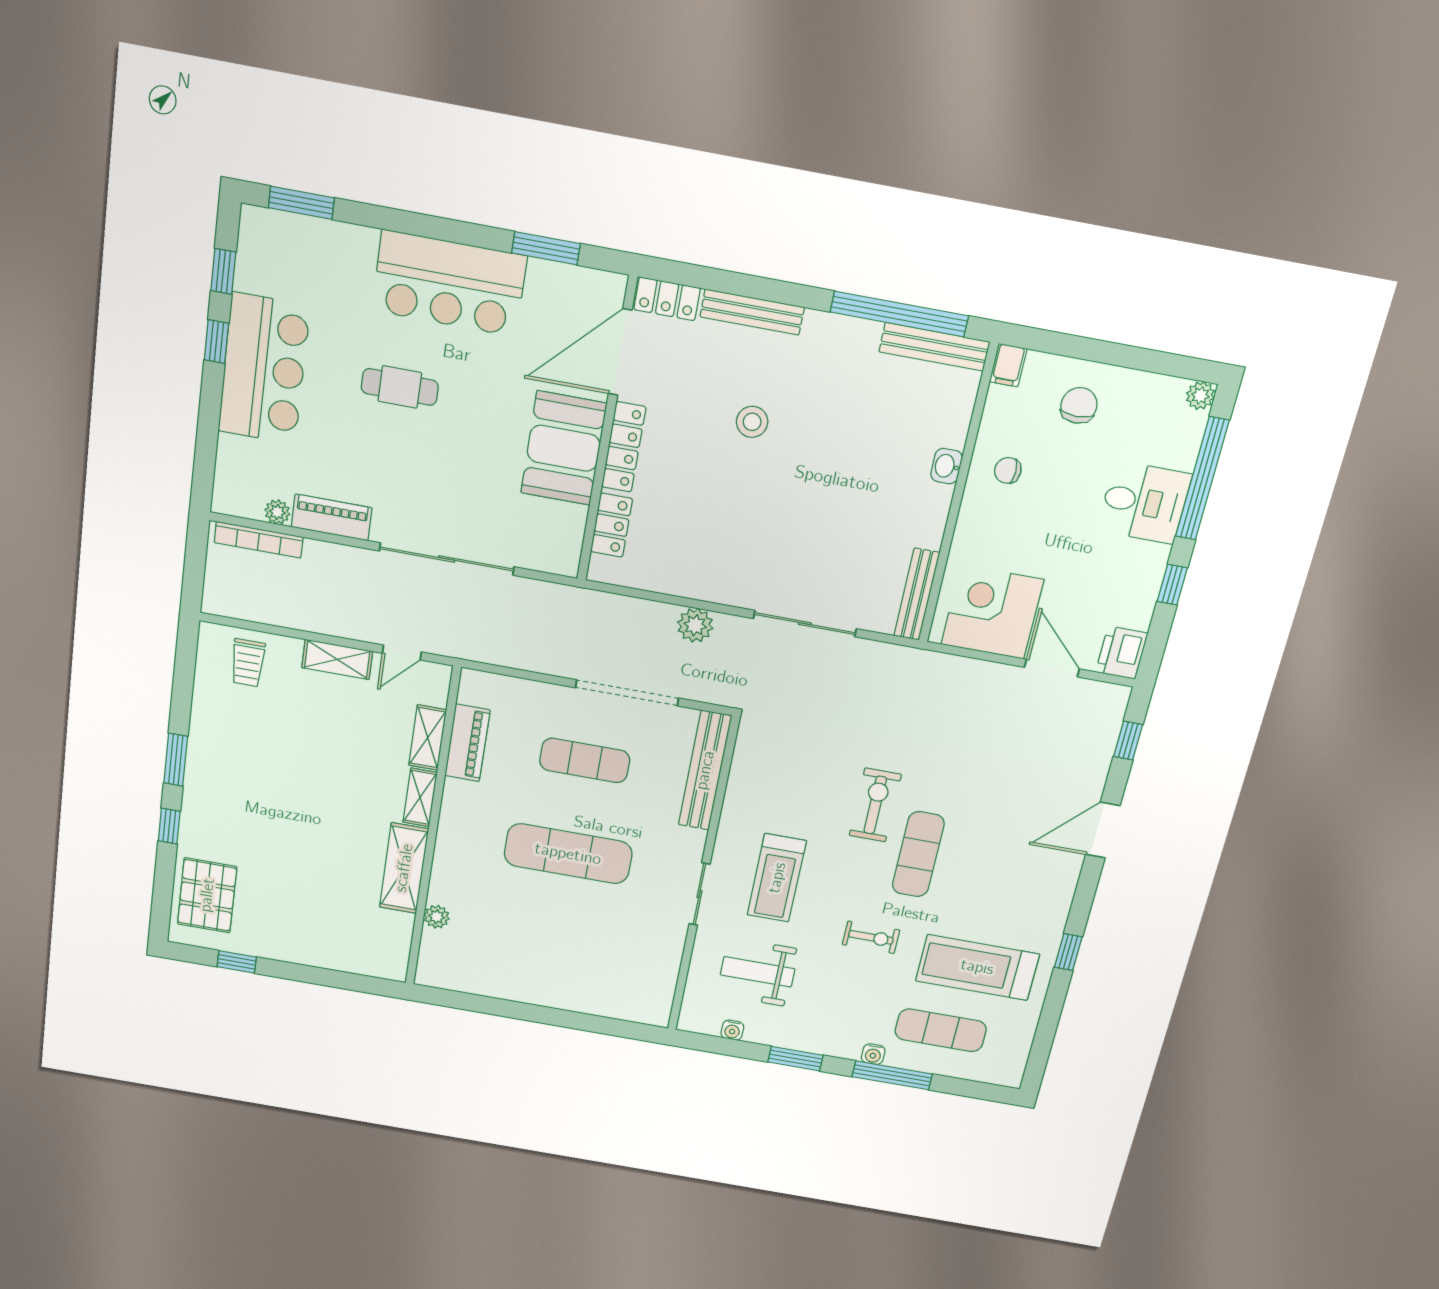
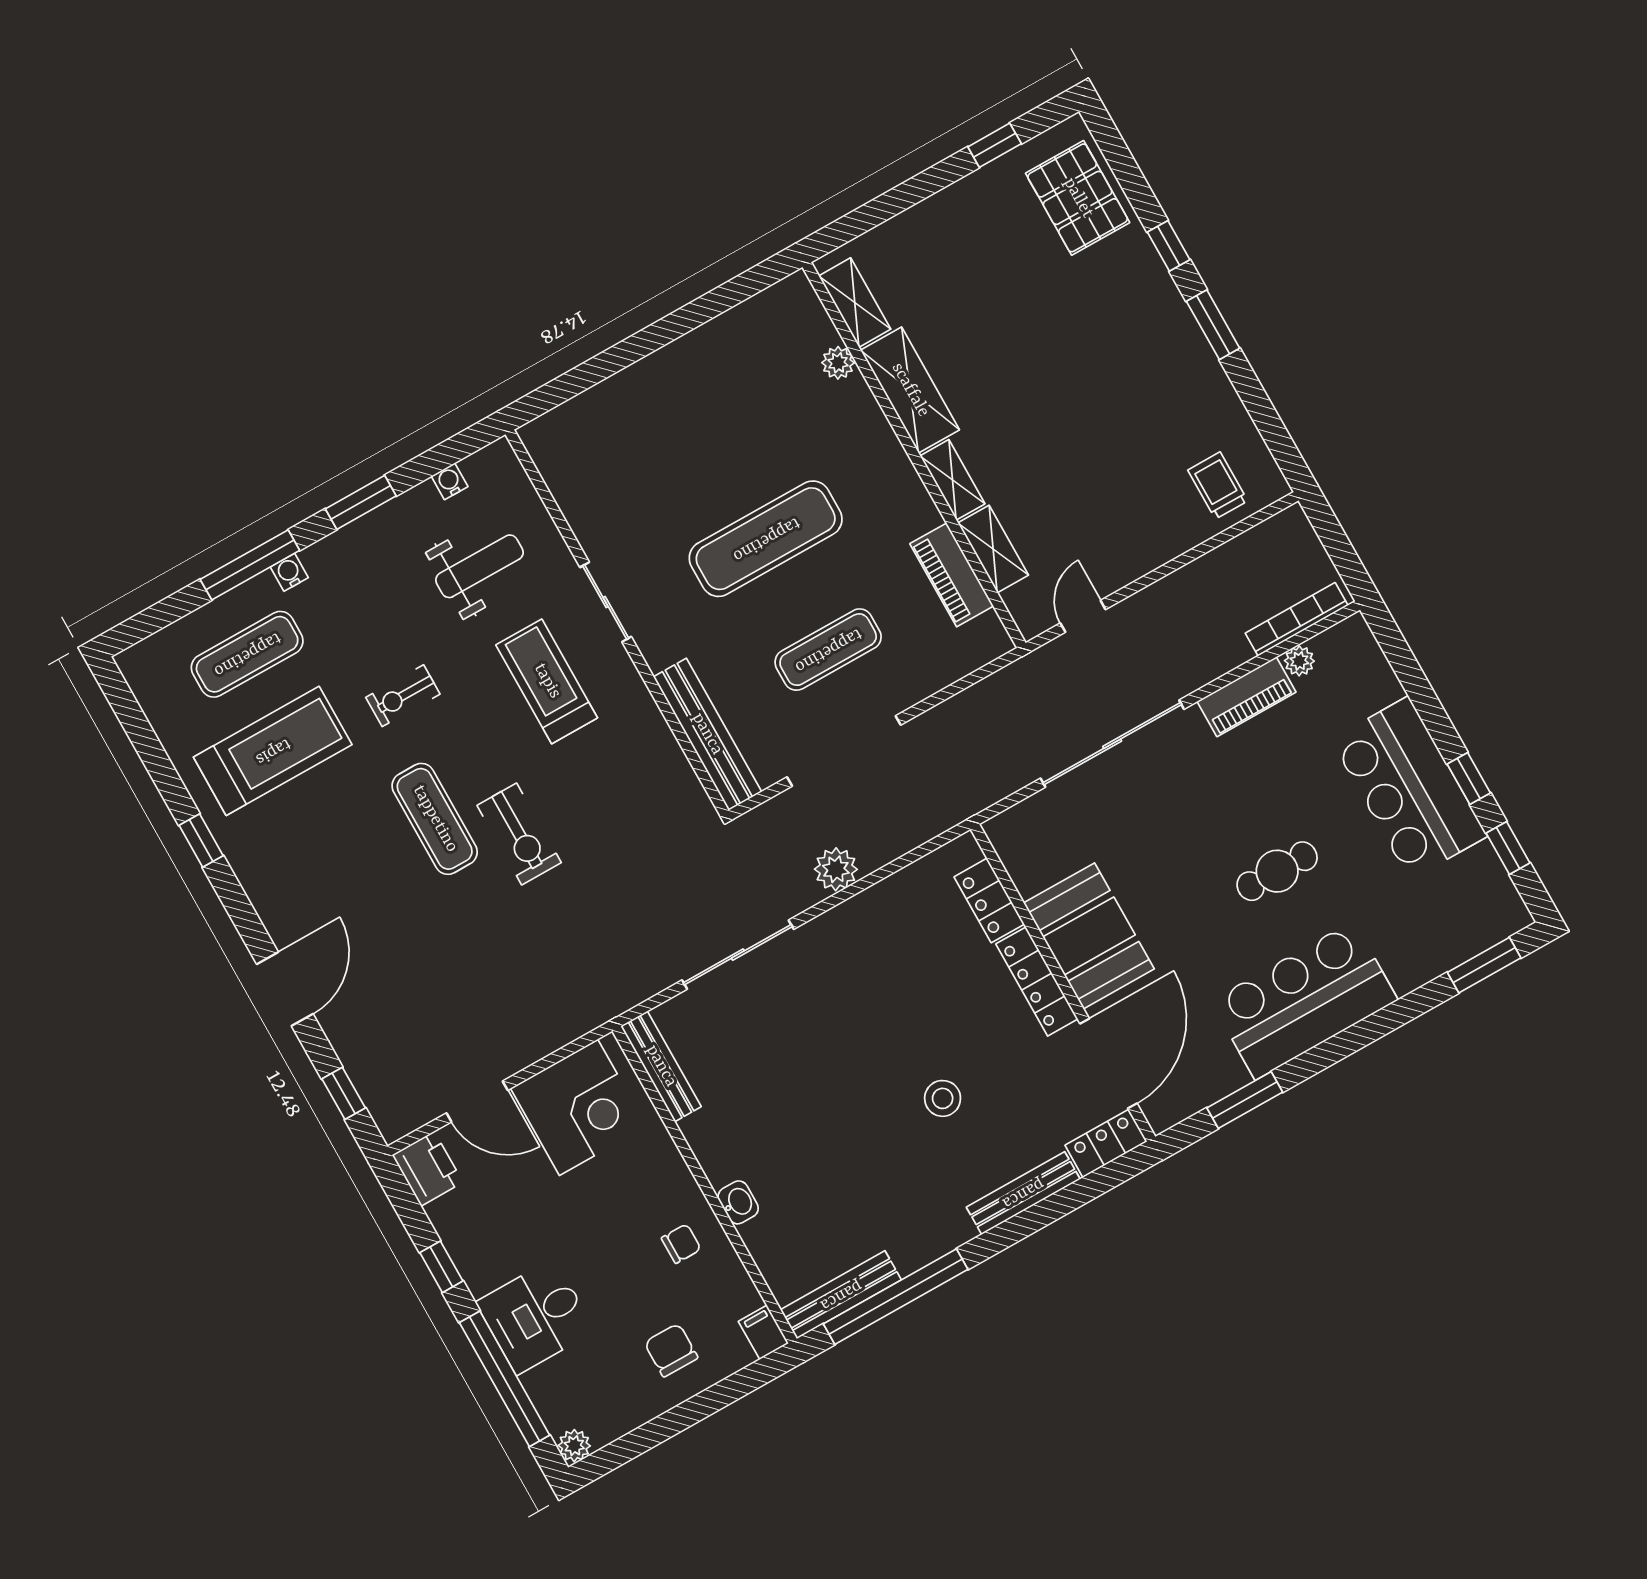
chair: (1079, 405) -> (671, 1350), turned 180
shelving: (337, 659) -> (855, 303), moved, turned 90

